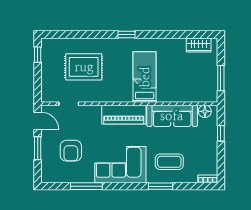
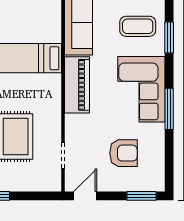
window: (38, 148) -> (142, 196), moved
coffee table: (169, 162) -> (138, 26), turned 90
window: (86, 186) -> (169, 109), moved

